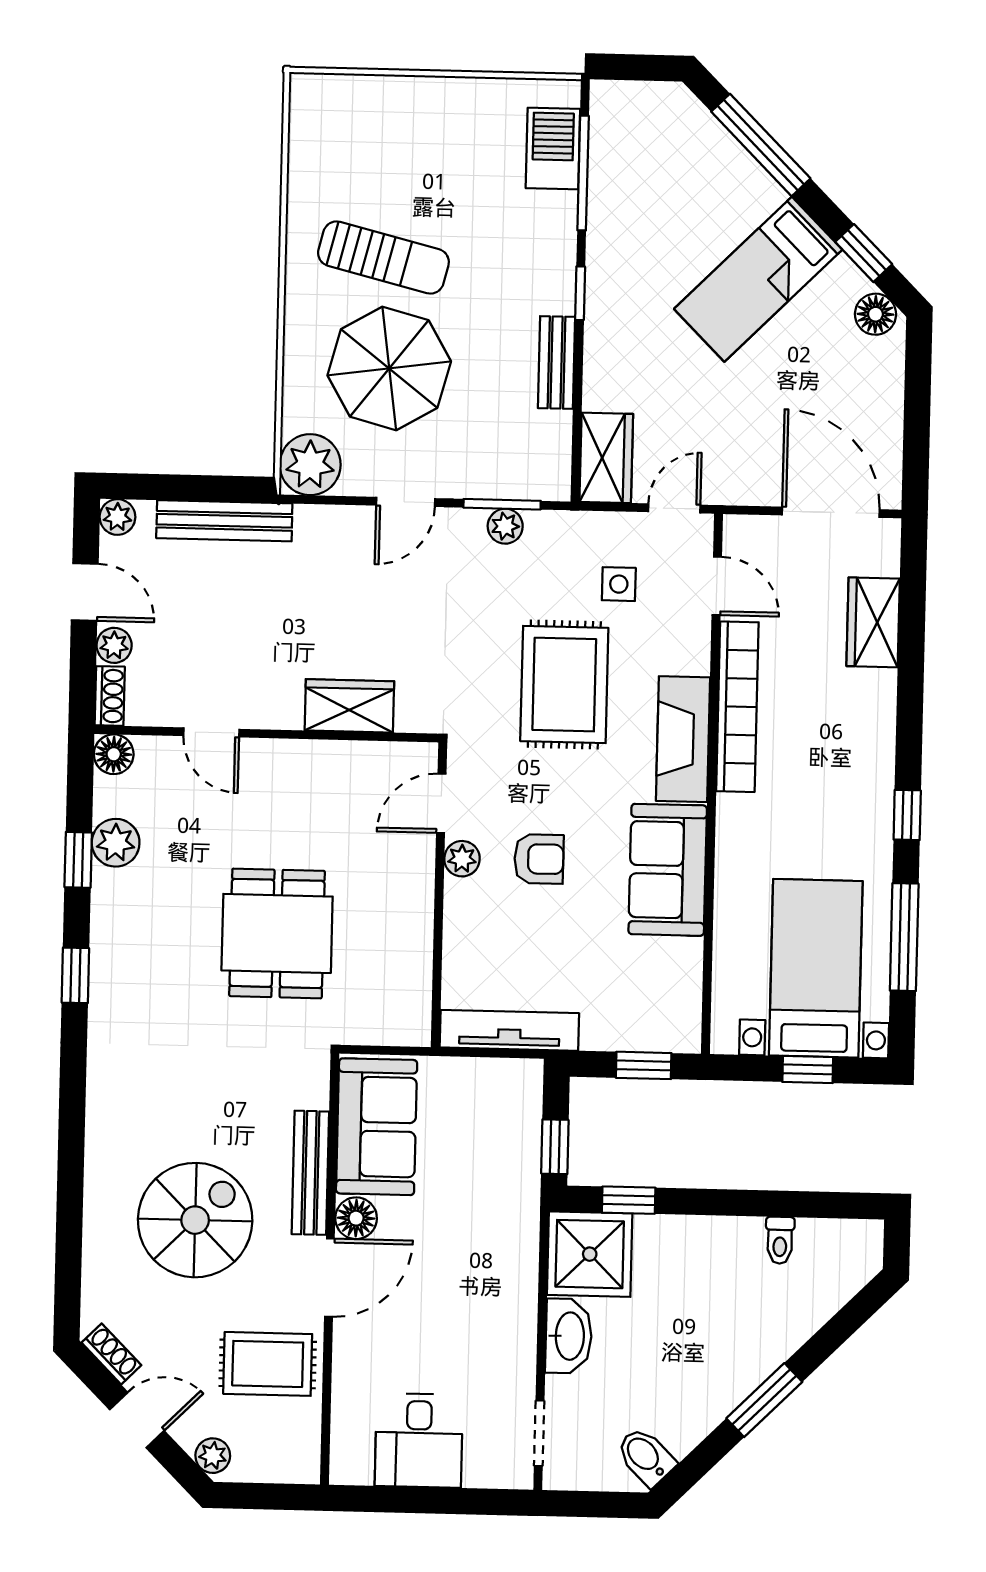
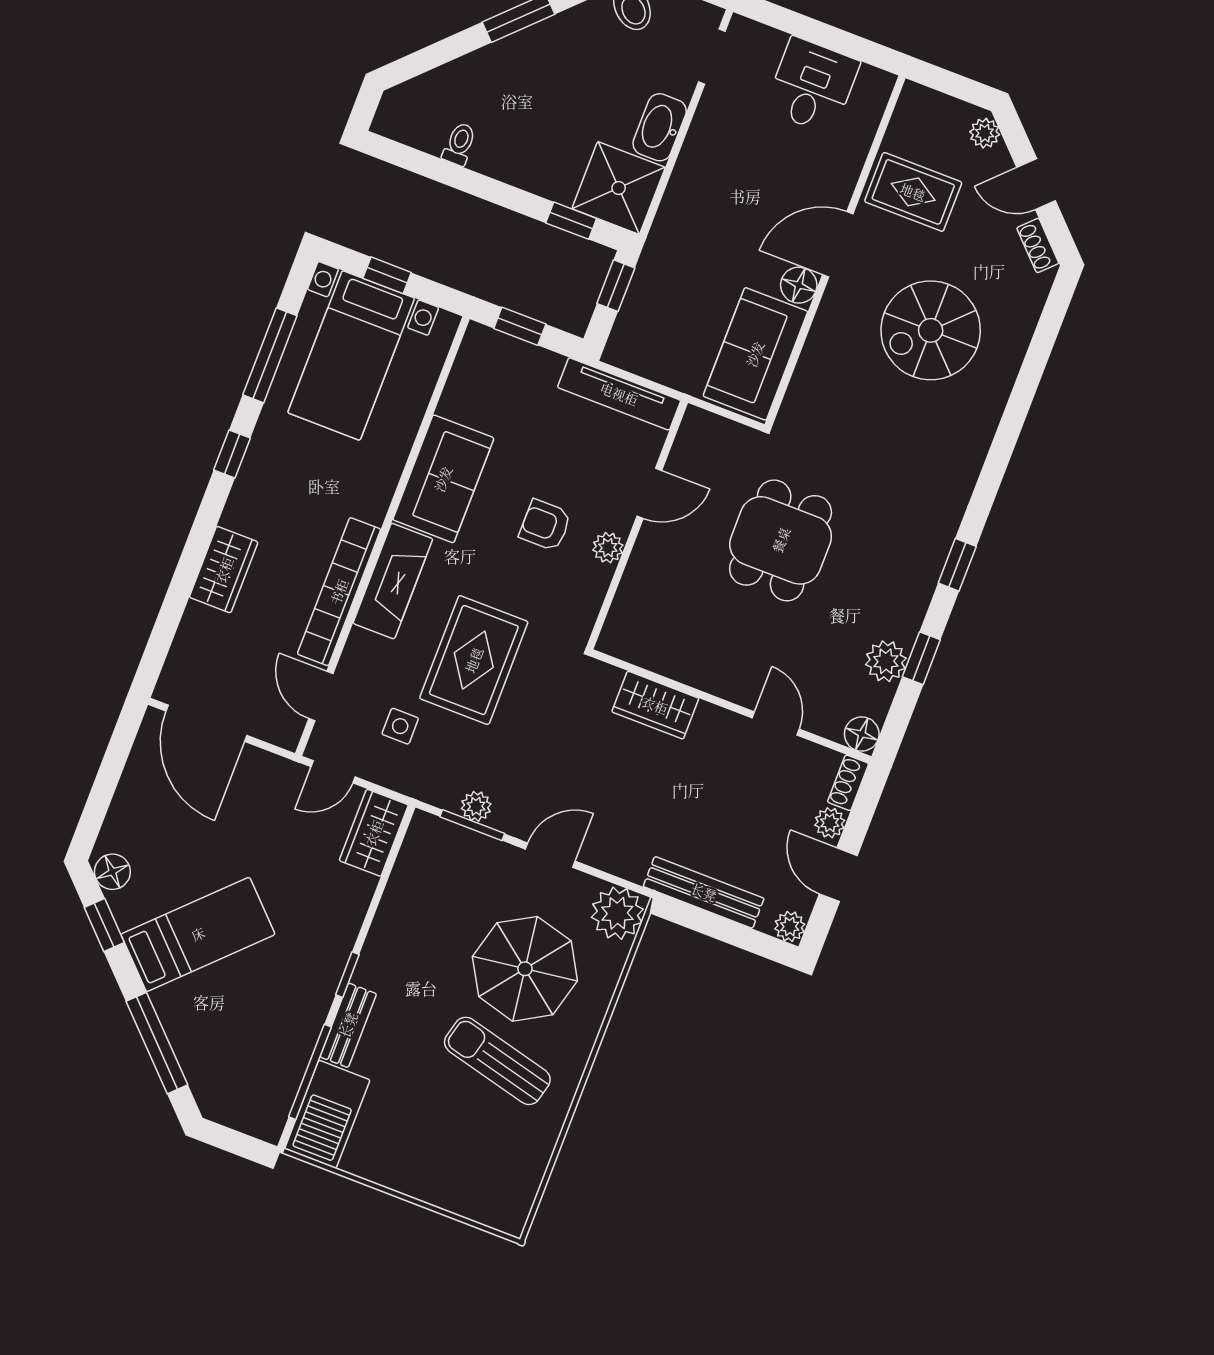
barbecue: (553, 149) -> (327, 1114), width x1.37, depth x1.21
bench: (556, 363) -> (348, 1025), moved
wardrobe: (873, 622) -> (224, 570), moved
door: (441, 803) -> (649, 493), moved
bench: (310, 1173) -> (823, 335), removed

